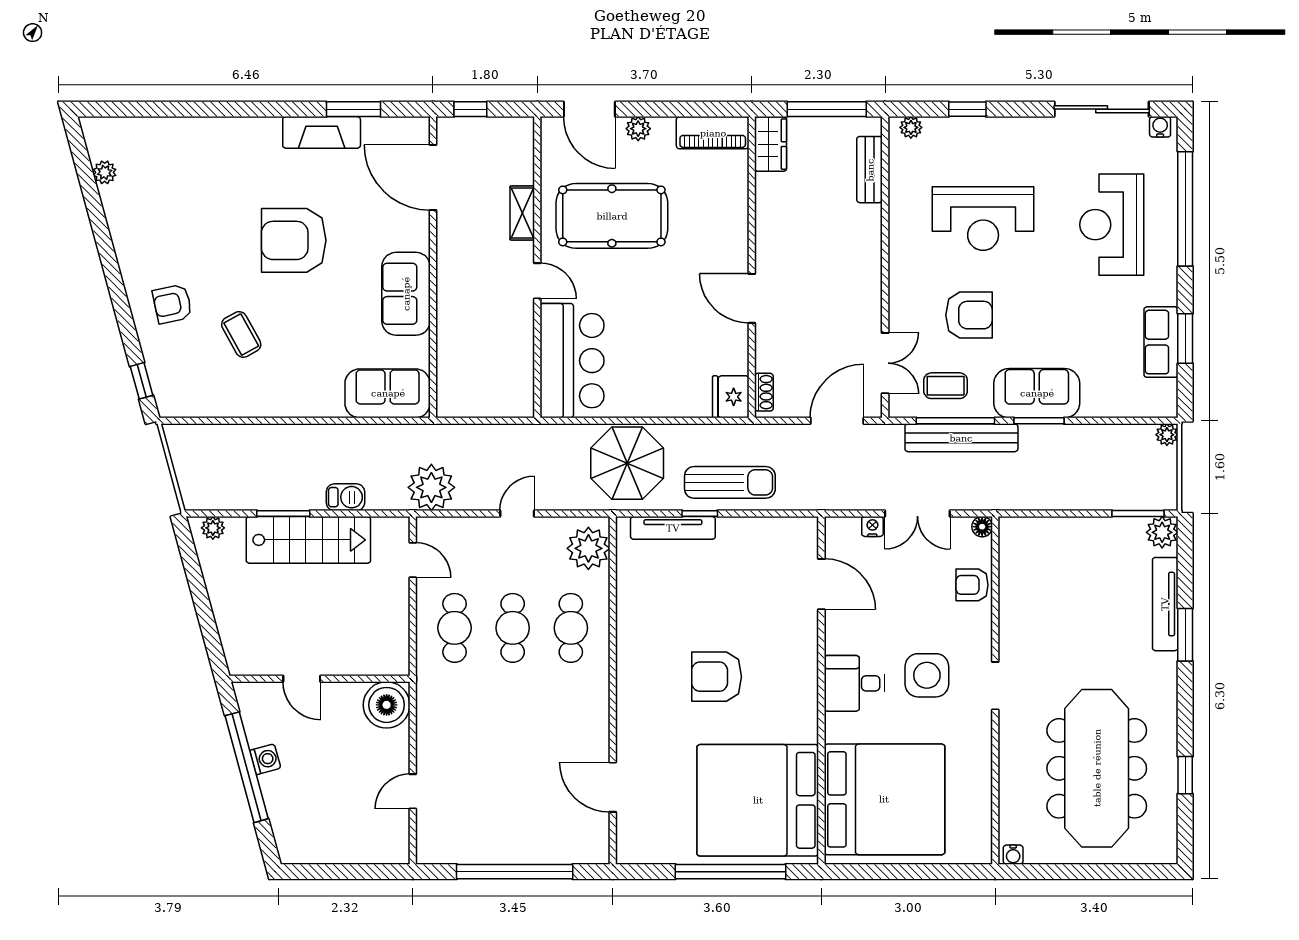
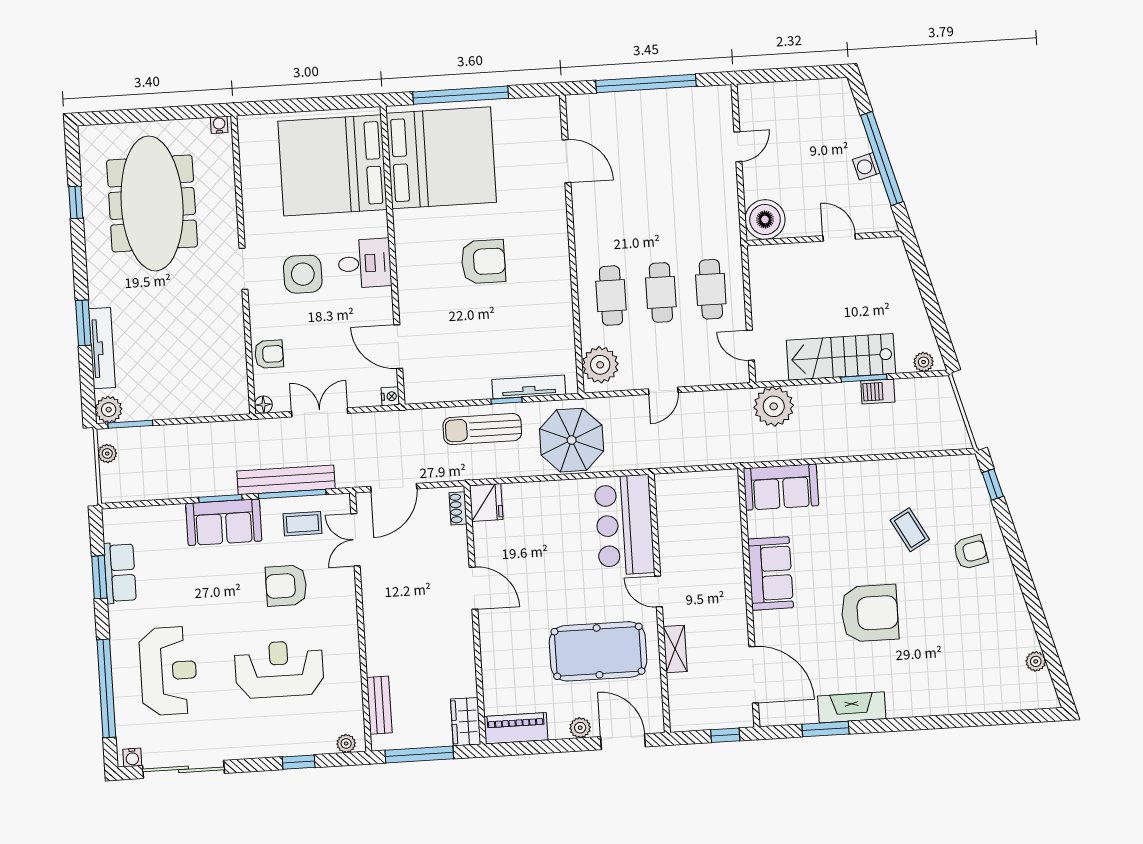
plant: (1167, 435) -> (107, 453), moved
plant: (431, 487) -> (774, 406), moved
barbecue: (345, 497) -> (878, 391), moved
nightstand: (872, 527) -> (390, 396), moved, turned -90

